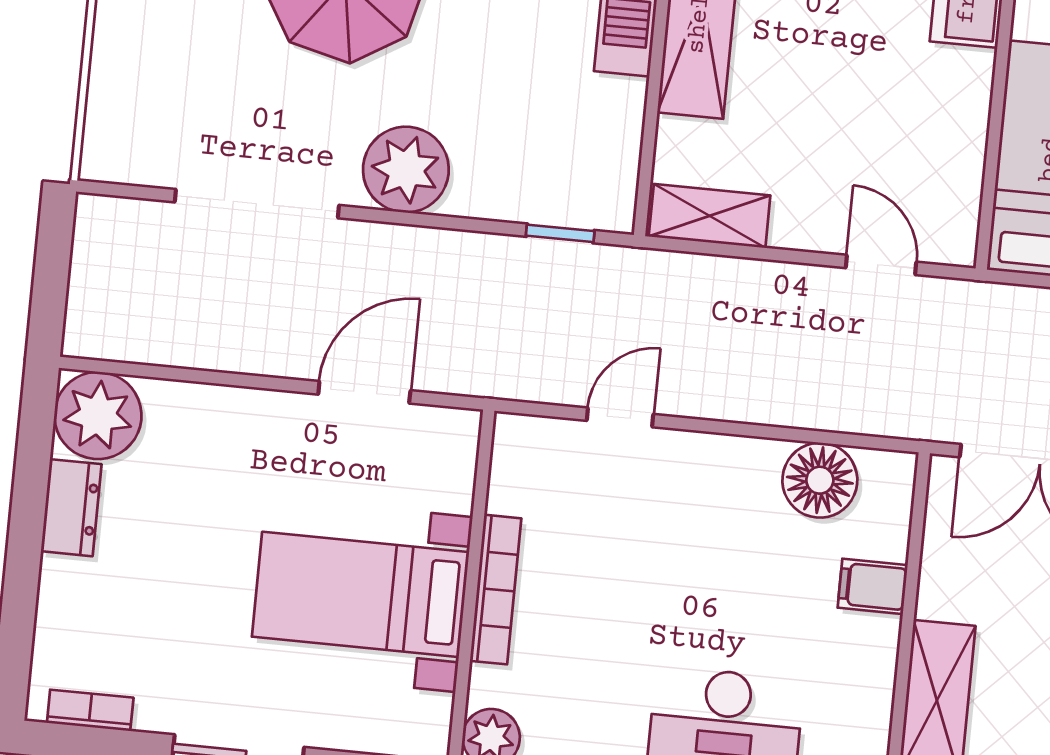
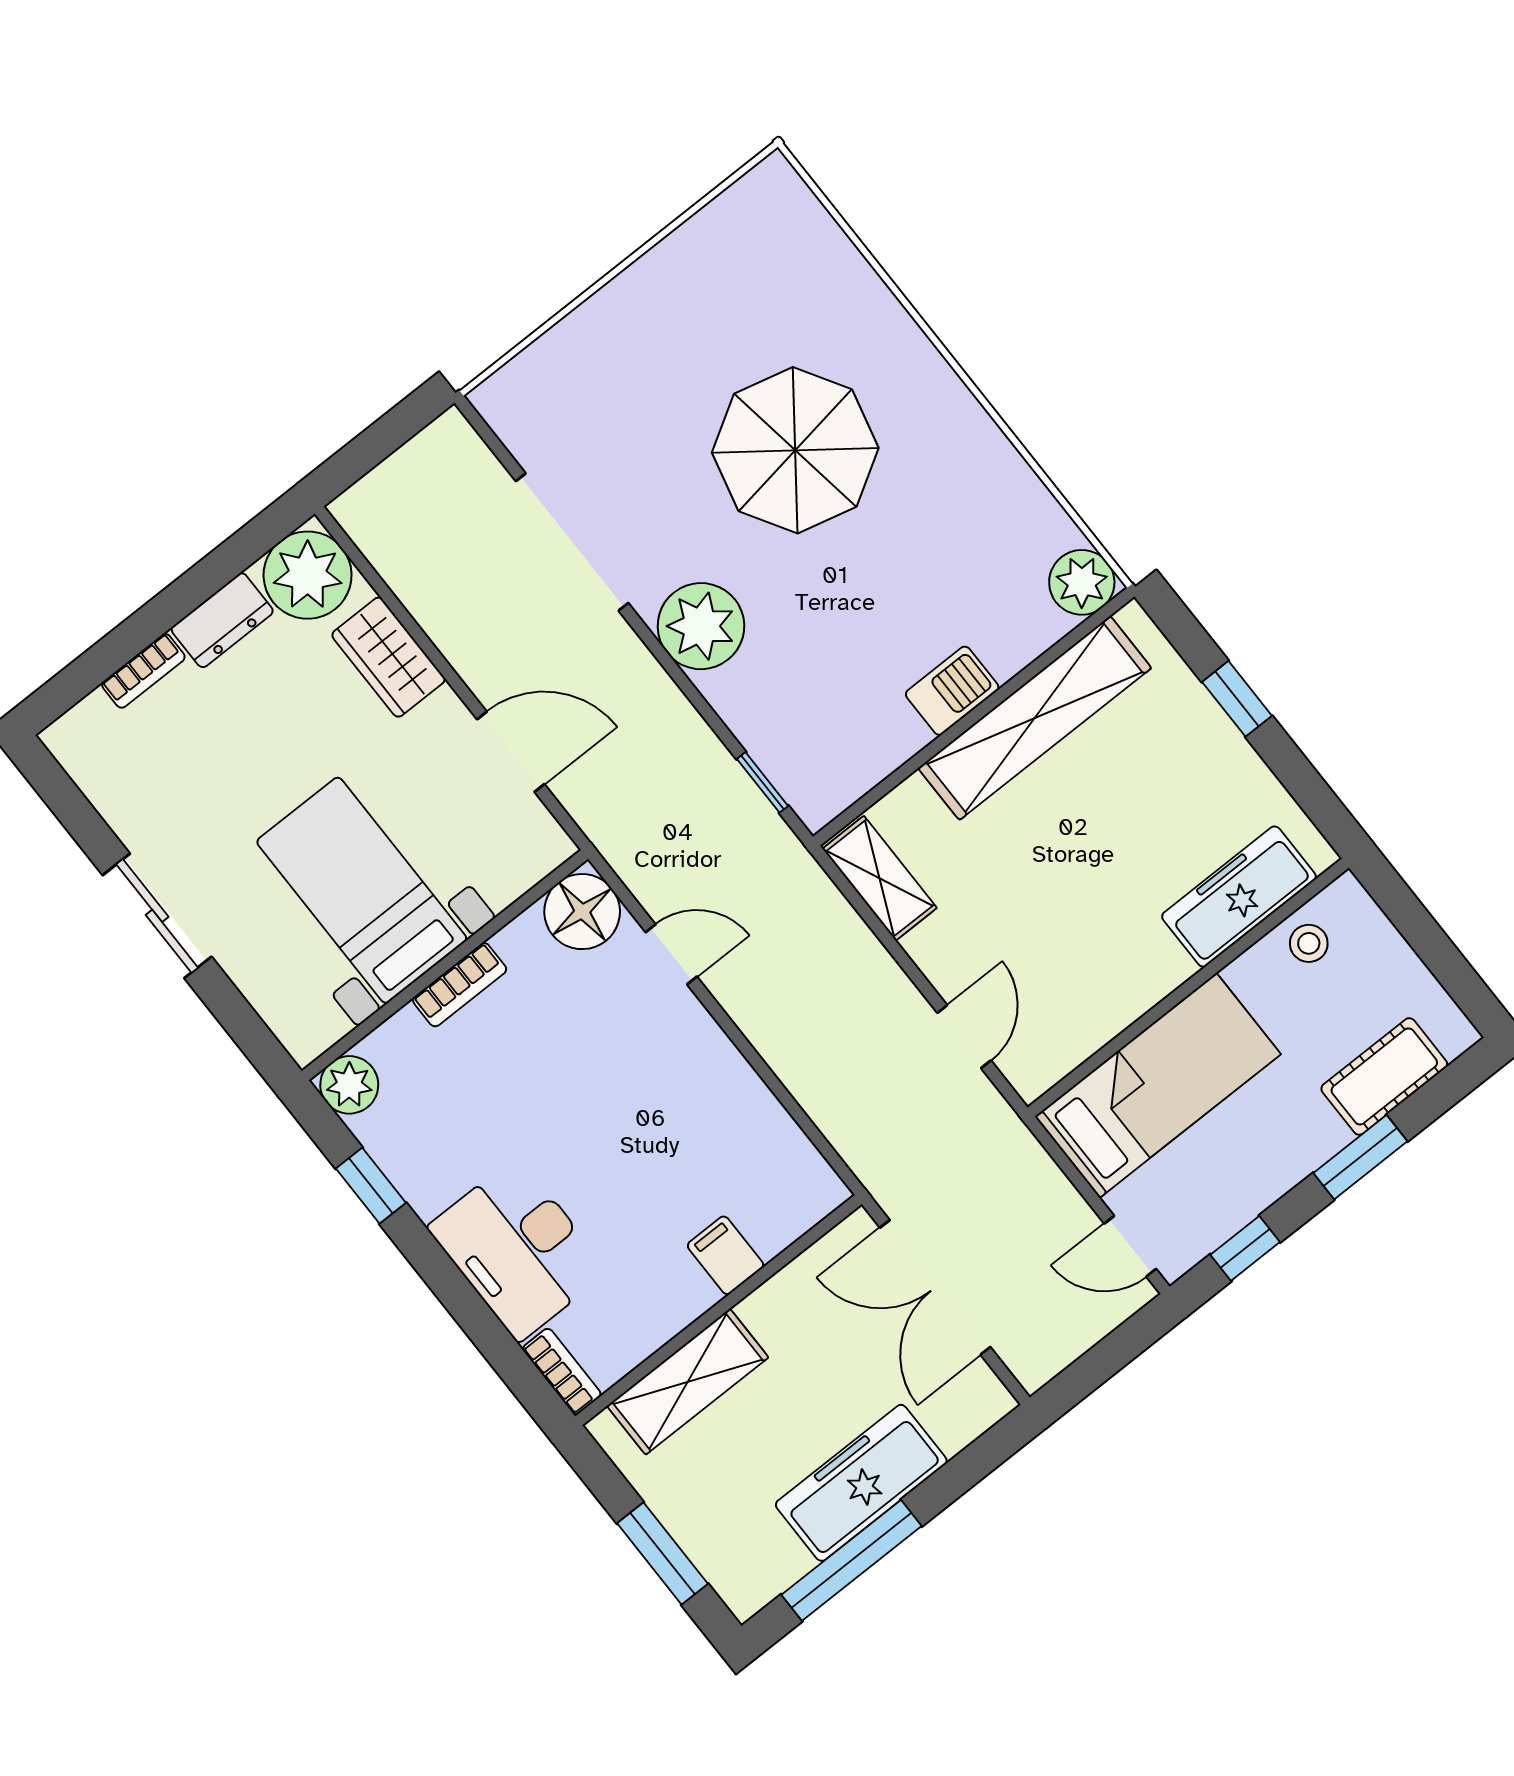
wardrobe: (212, 414) -> (388, 657), added
floor lamp: (820, 480) -> (582, 912), moved
bookcase: (496, 590) -> (460, 985), width x0.64
bookcase: (90, 710) -> (143, 671), moved, turned 90

